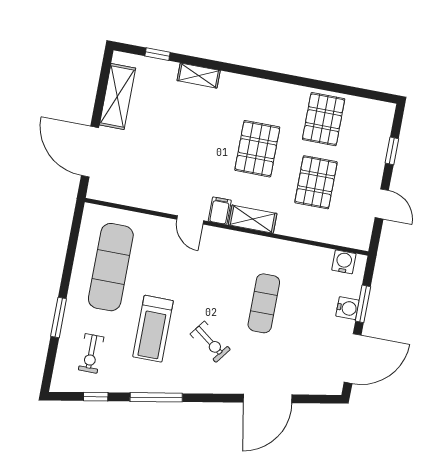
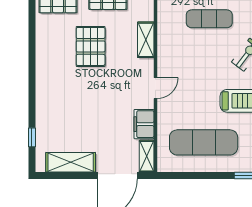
shelving: (199, 76) -> (147, 156), moved
pallet: (257, 149) -> (91, 46), turned 90
filing cabinet: (220, 211) -> (144, 124), moved, width x2.00

